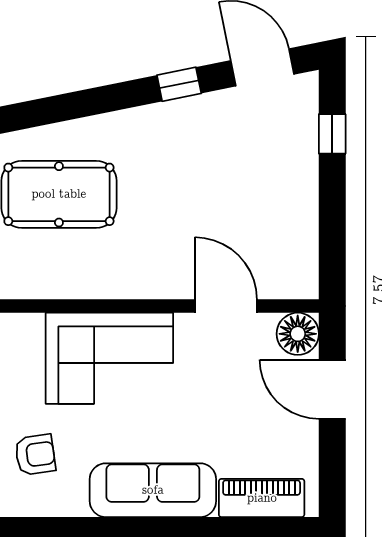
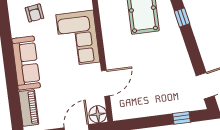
window: (179, 84) -> (182, 17), moved

